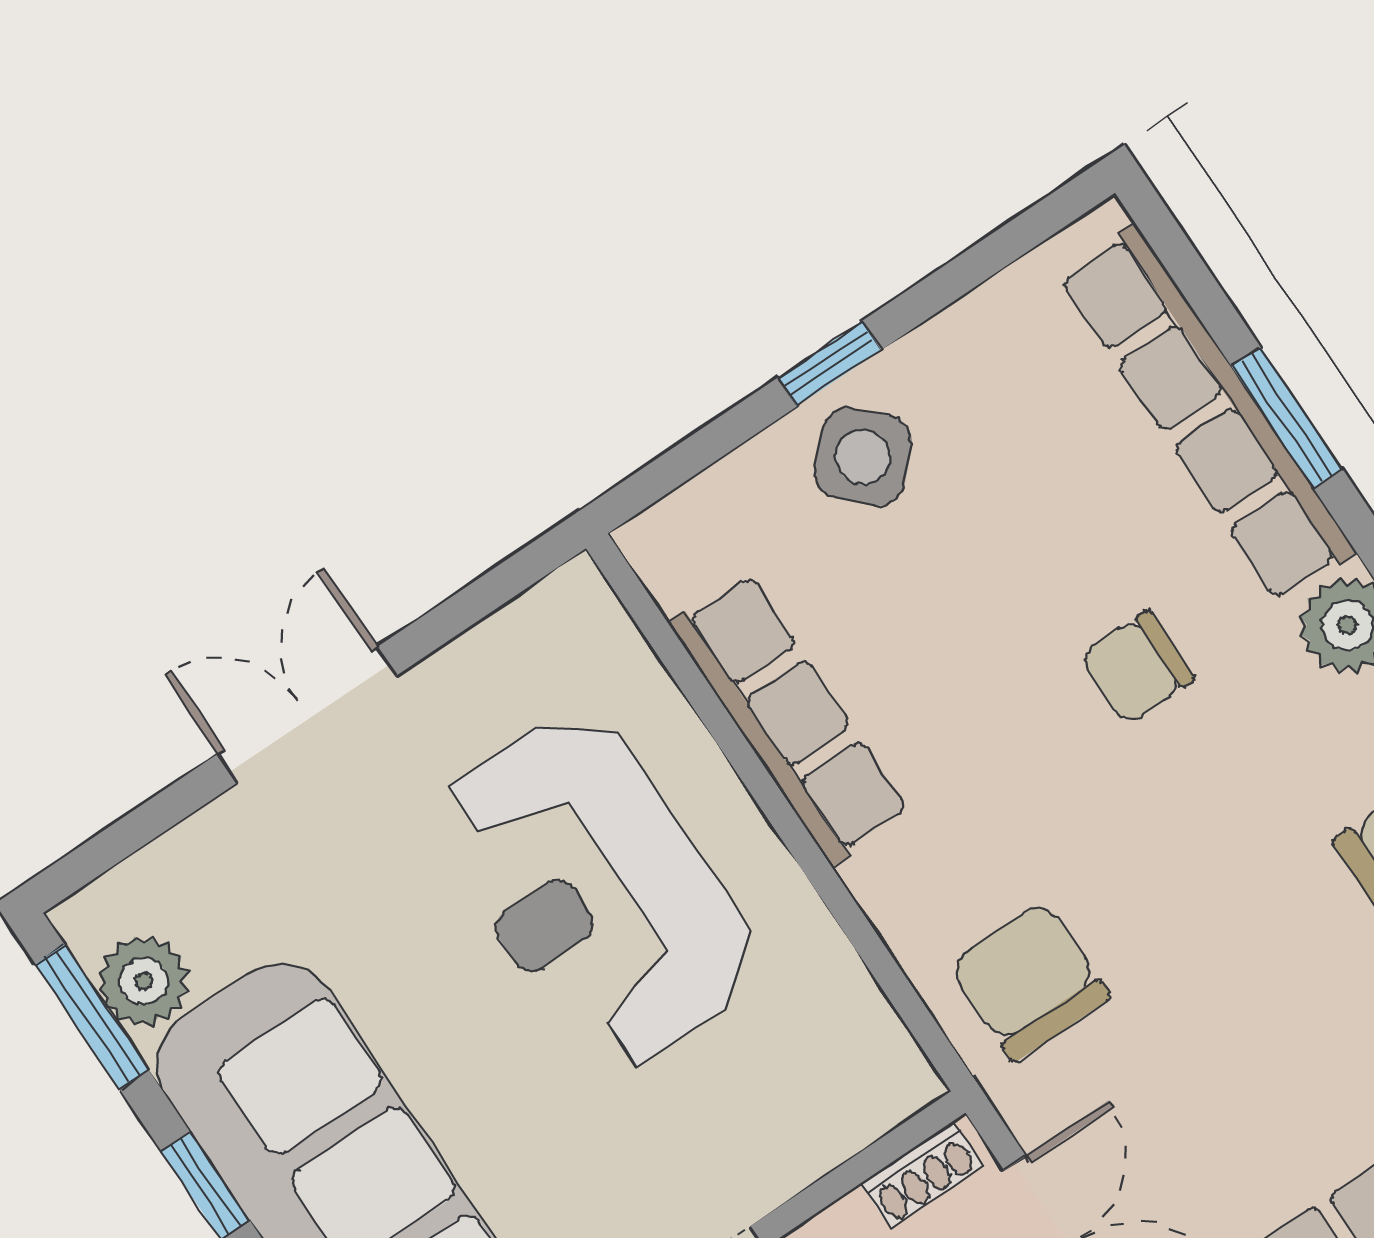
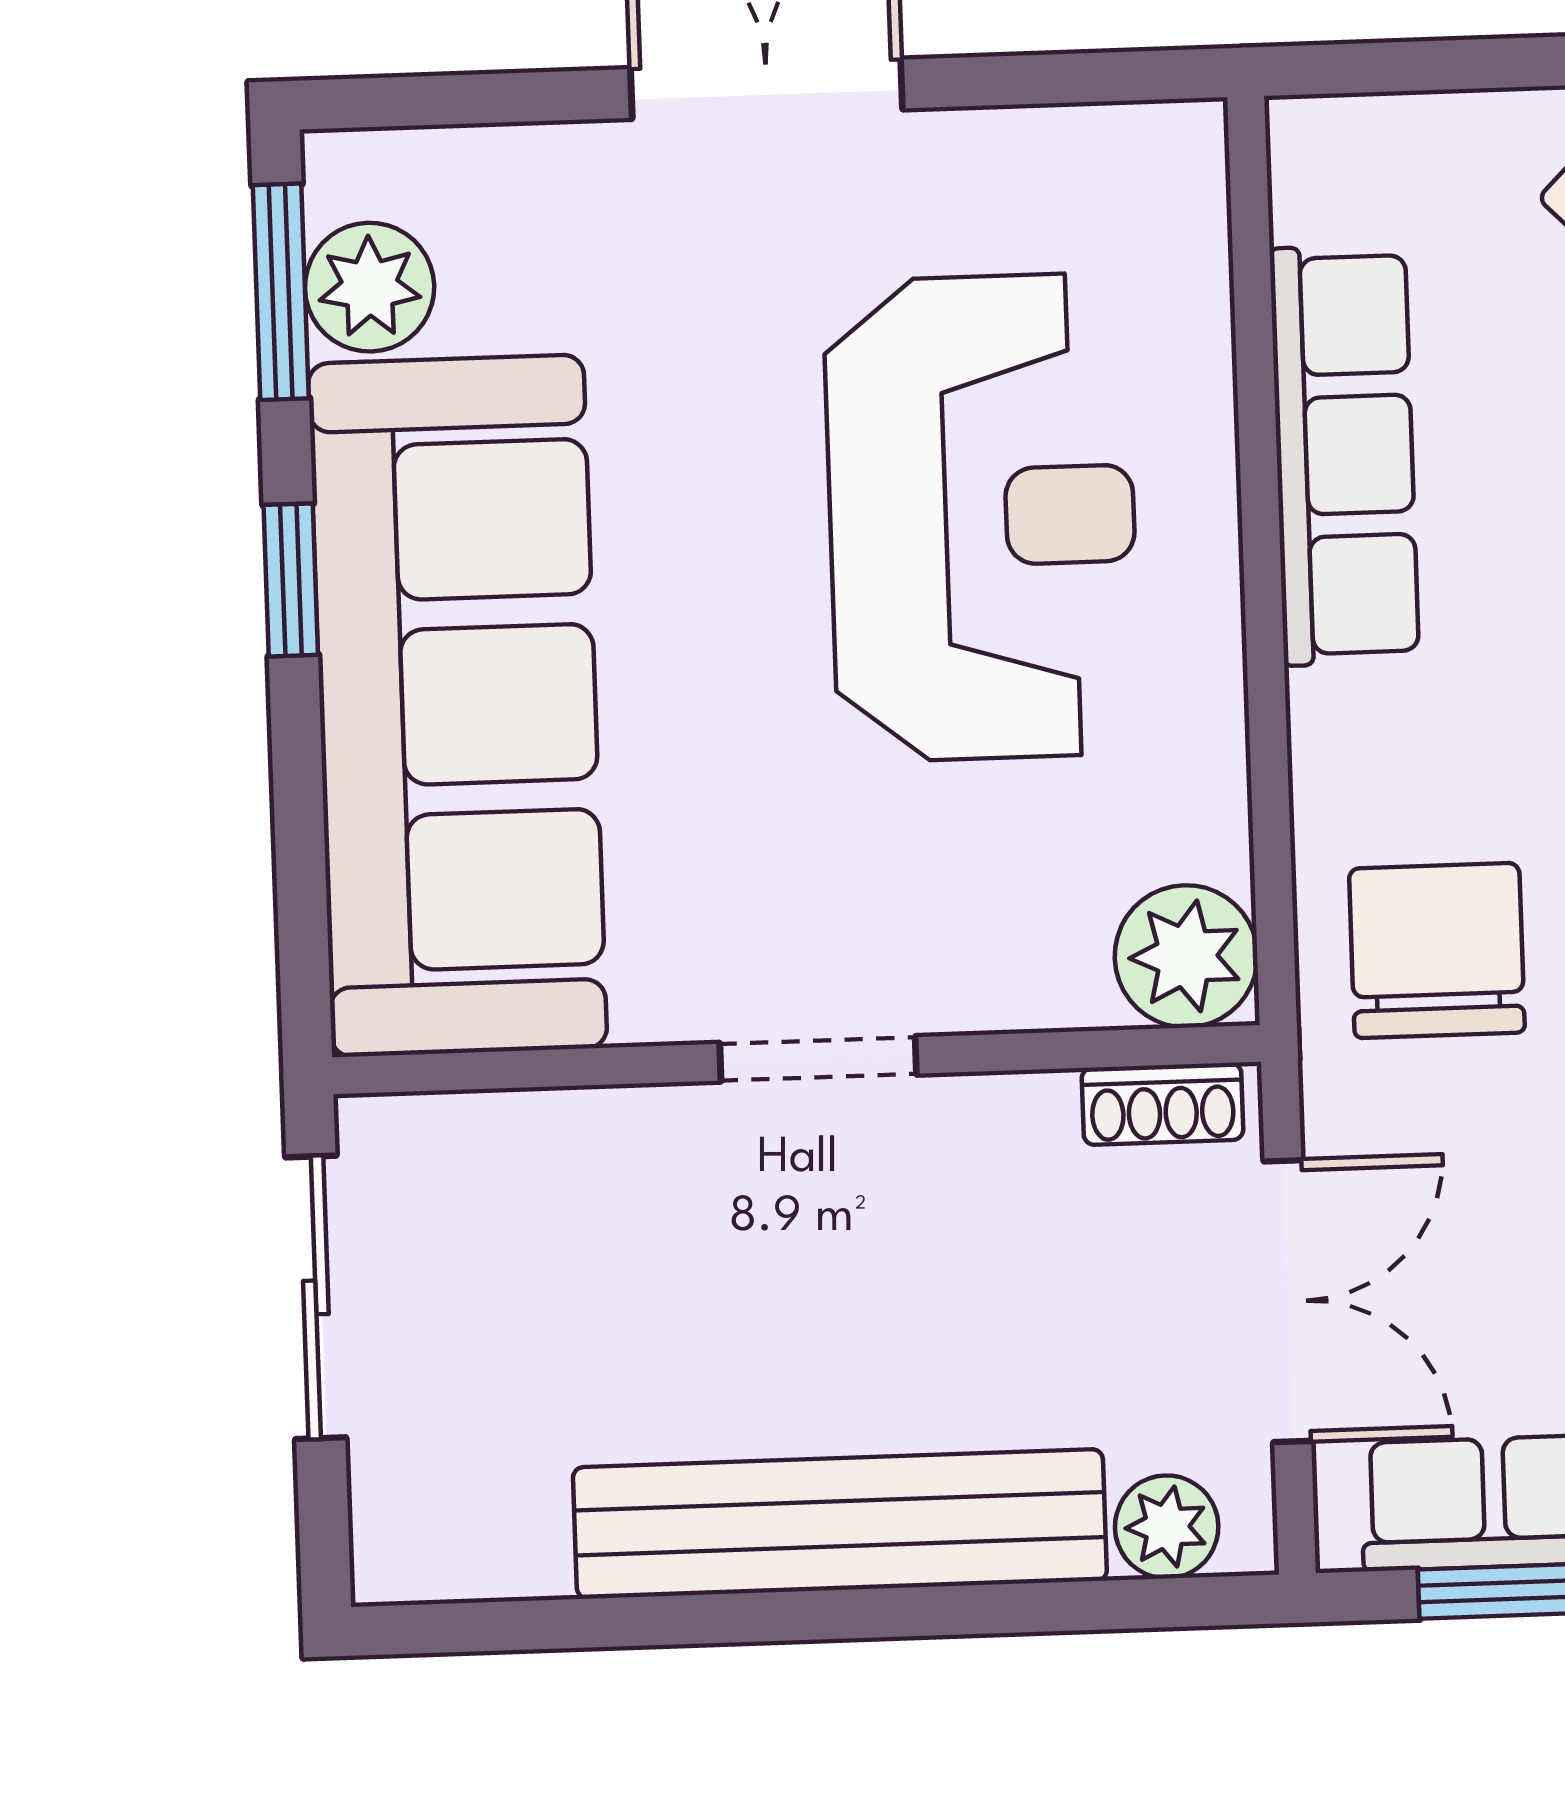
reception desk: (596, 891) -> (982, 517), turned 180
plant: (881, 1077) -> (1186, 956), added

